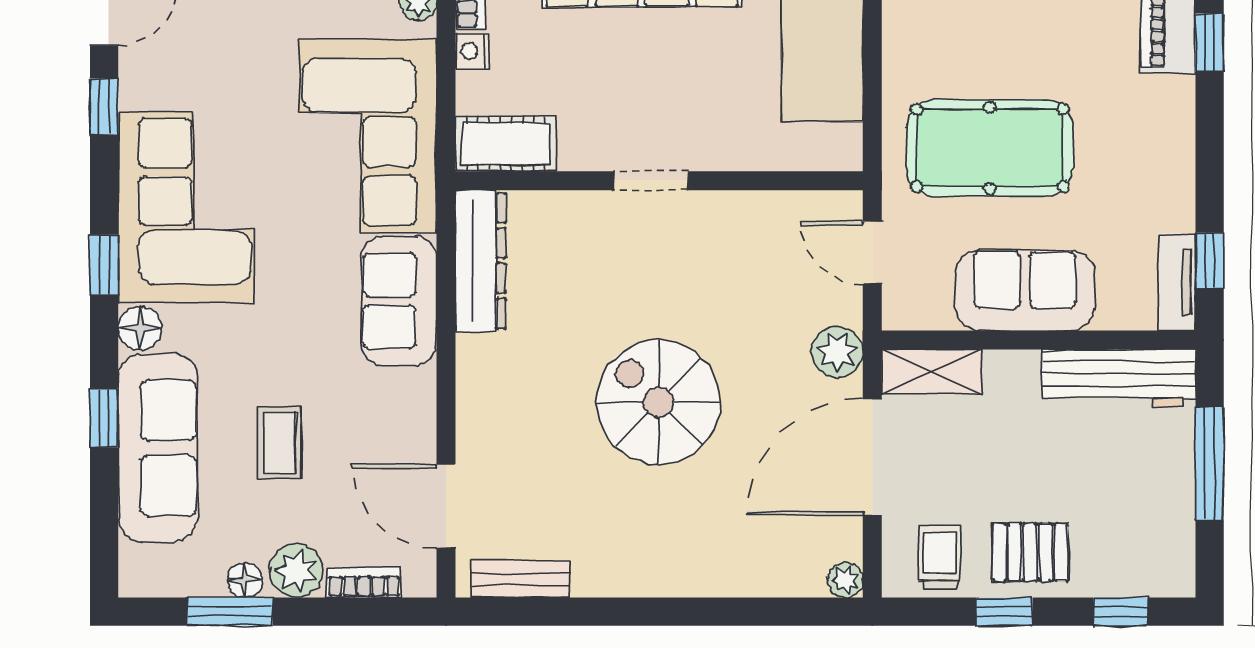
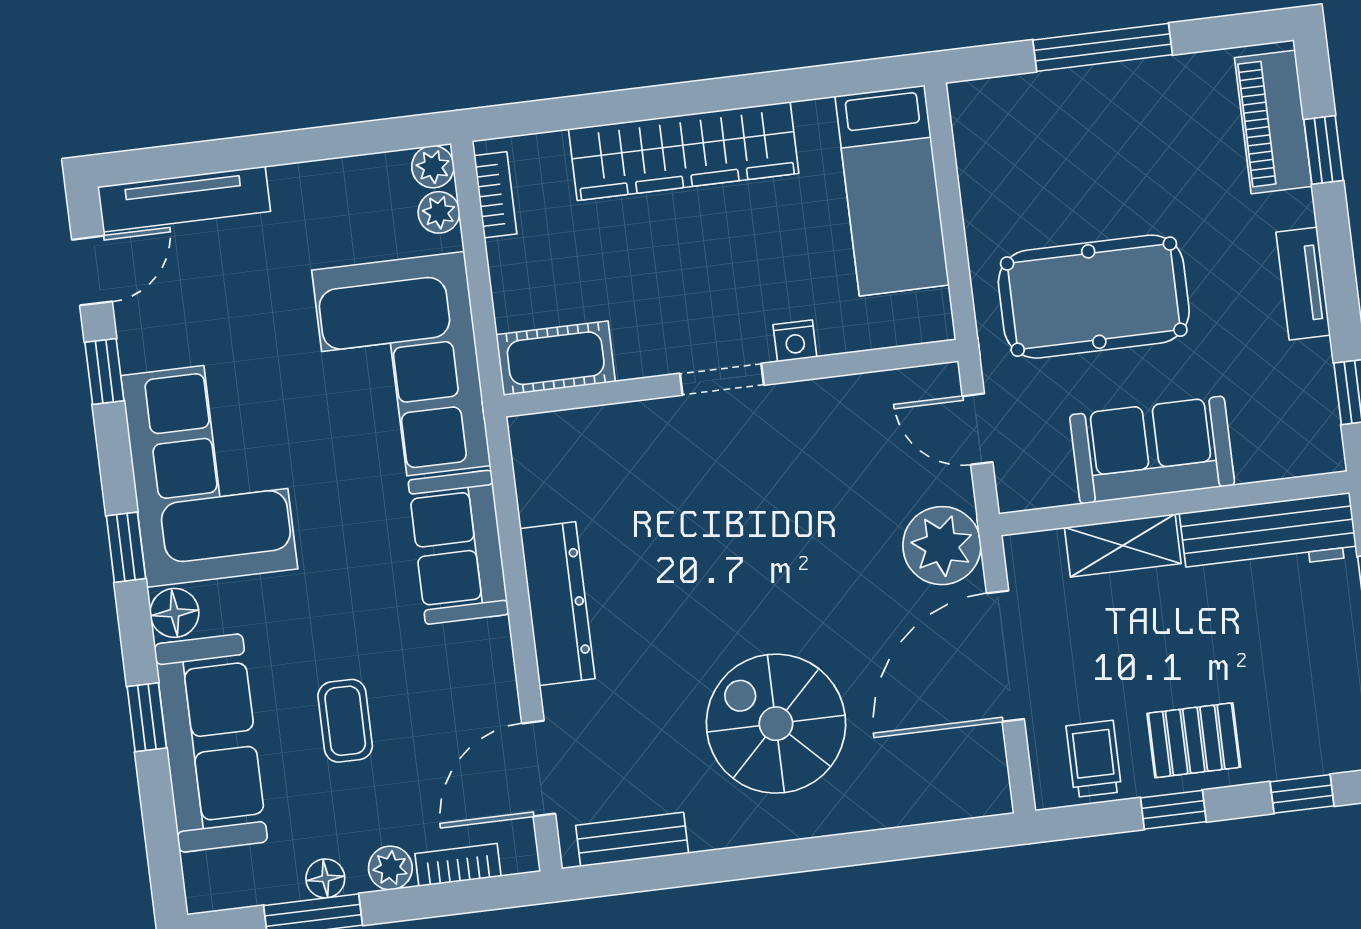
nightstand: (472, 51) -> (795, 341), moved, turned -90
dresser: (481, 261) -> (557, 604), moved
tv unit: (1177, 282) -> (1303, 284), moved
plant: (837, 352) -> (942, 546), width x1.36, depth x1.36
shelving: (932, 372) -> (1123, 545), moved
spiral stairs: (658, 402) -> (776, 724), moved
door: (446, 506) -> (539, 769), hinge flipped
plant: (296, 571) -> (390, 868), width x0.73, depth x0.73
plant: (845, 580) -> (992, 796), removed

